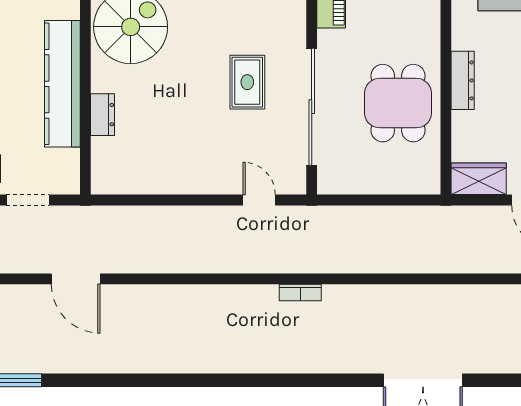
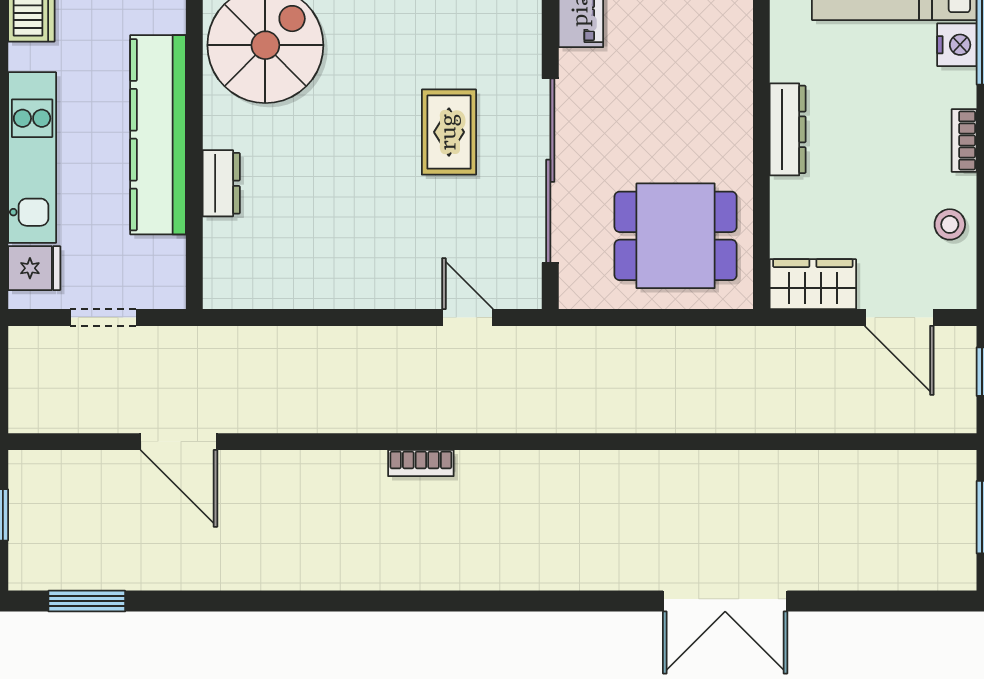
dining table: (398, 103) -> (676, 236), moved, turned 90
bookcase: (300, 293) -> (421, 463), moved

